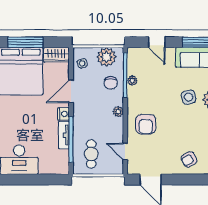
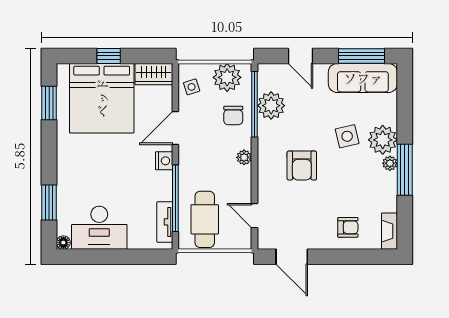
window: (25, 42) -> (109, 56), width x0.46
plant: (132, 81) -> (271, 106), width x1.87, depth x1.87
armchair: (146, 124) -> (302, 166), moved
tv unit: (64, 135) -> (165, 222), moved
cafe table: (91, 154) -> (205, 219), width x1.37, depth x1.35
armchair: (189, 159) -> (348, 227), turned -151

